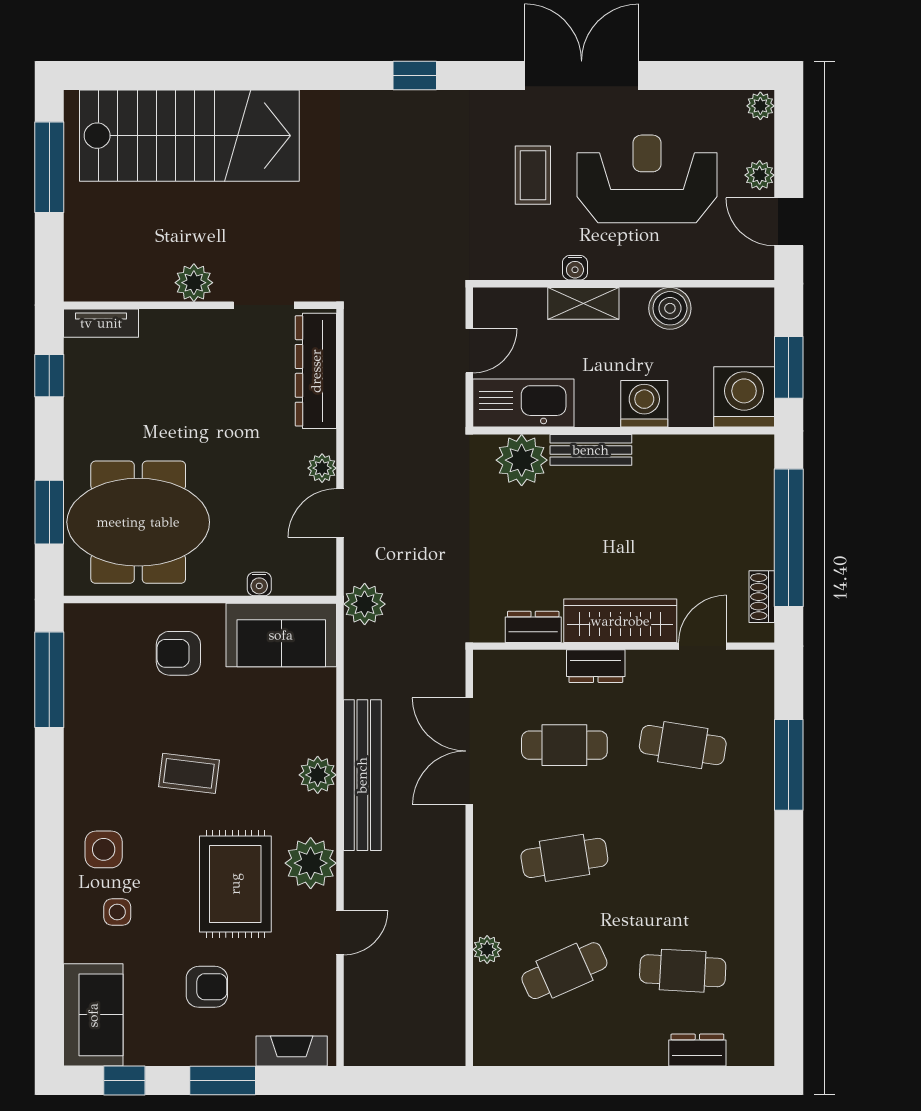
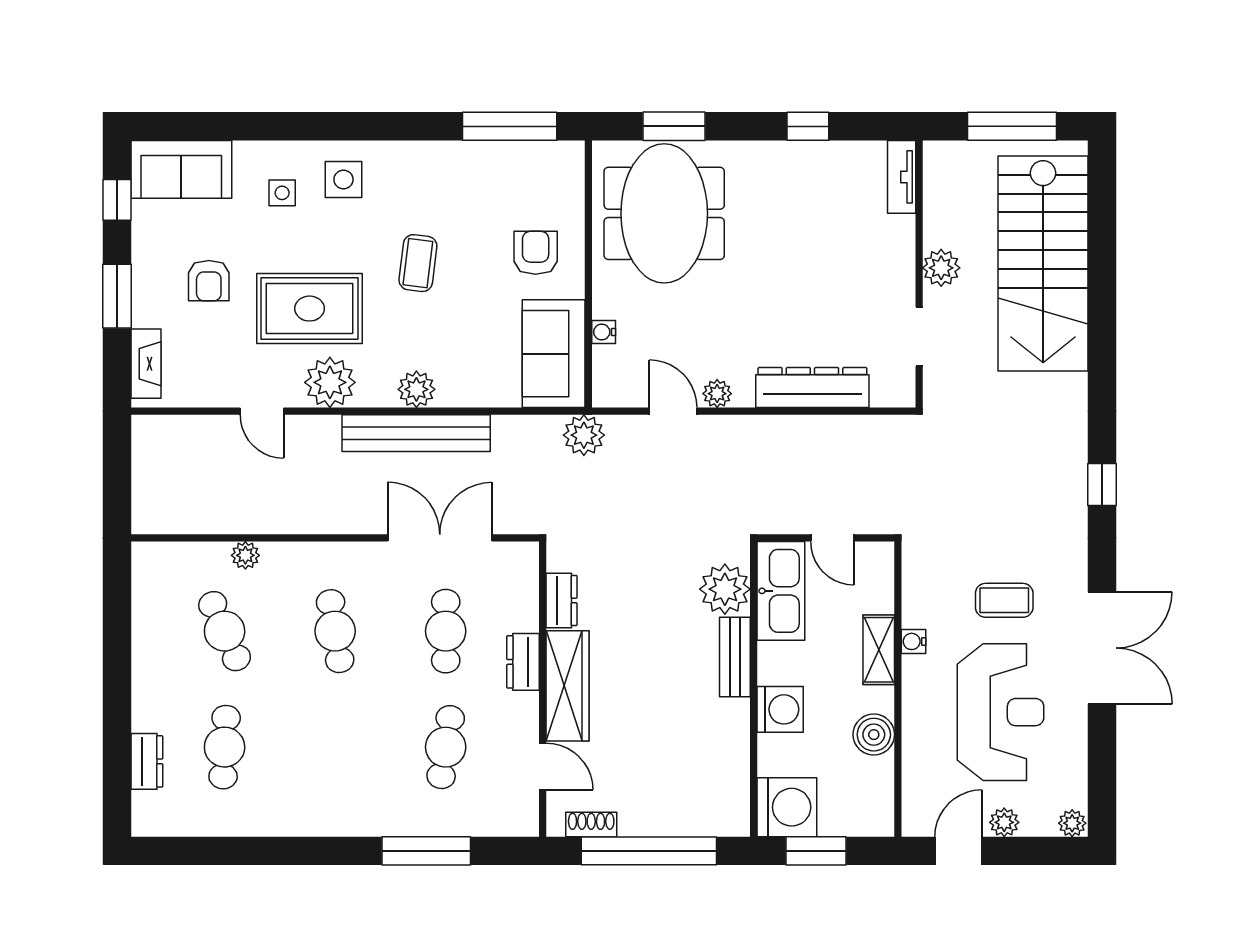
plant: (194, 283) -> (941, 268), moved
wall: (200, 305) -> (919, 274), moved
doorway: (264, 305) -> (919, 337), moved
tv unit: (101, 323) -> (902, 177), moved

